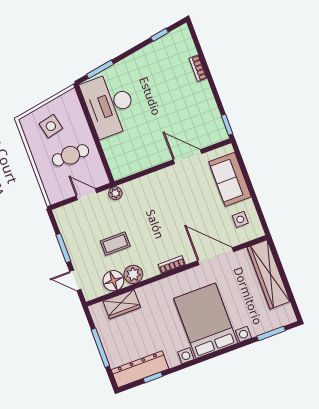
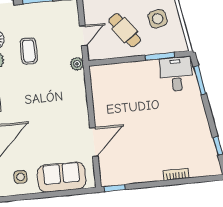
desk: (110, 105) -> (176, 74), width x0.53, depth x0.77
window: (87, 114) -> (160, 56), added
cafe table: (70, 155) -> (125, 30), turned -36

